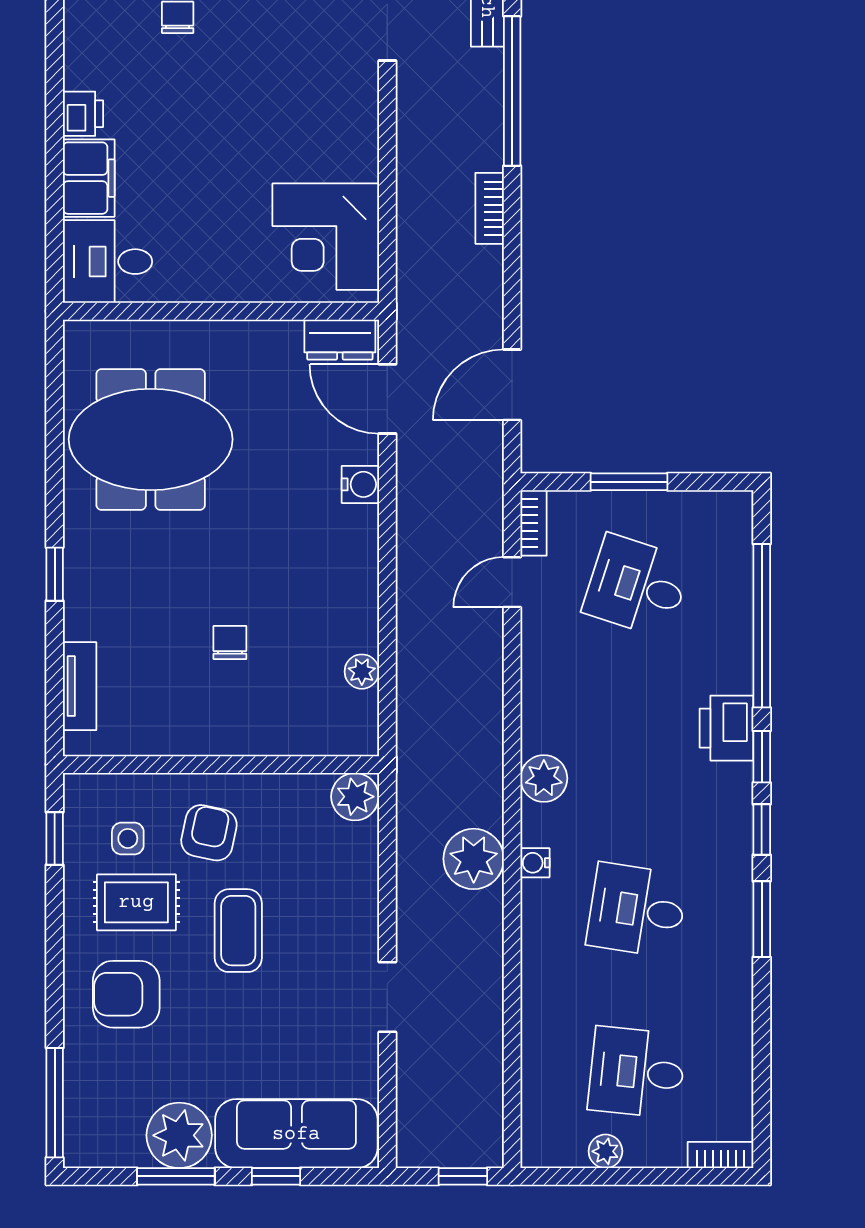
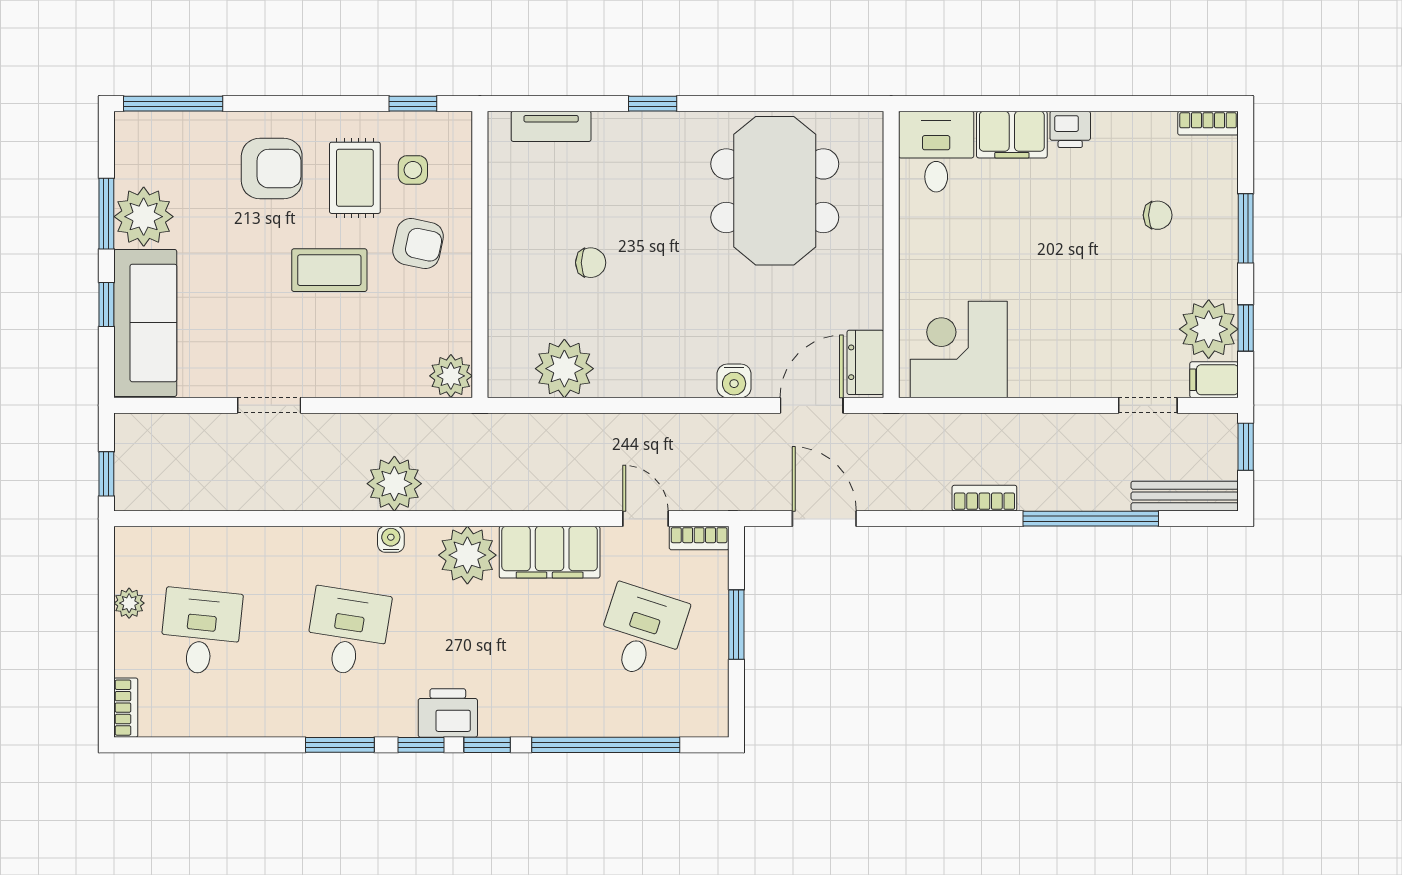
plant: (362, 672) -> (564, 369), width x1.88, depth x1.88
filing cabinet: (549, 688) -> (550, 552), added
printer: (726, 728) -> (448, 713), moved
plant: (544, 778) -> (467, 555), width x1.36, depth x1.36
armchair: (126, 994) -> (272, 169), turned 90

